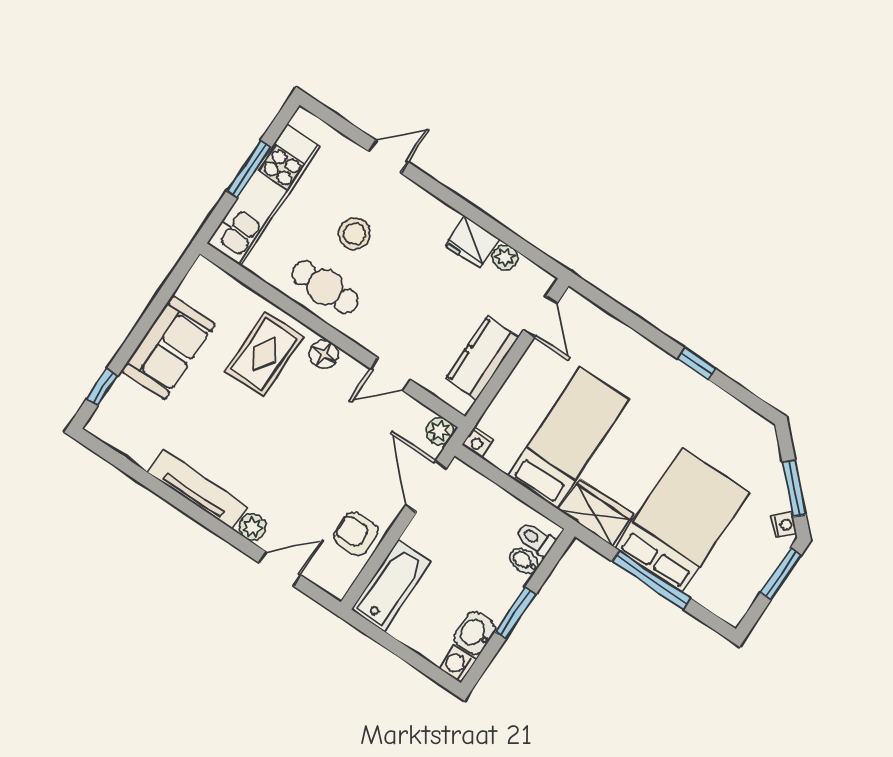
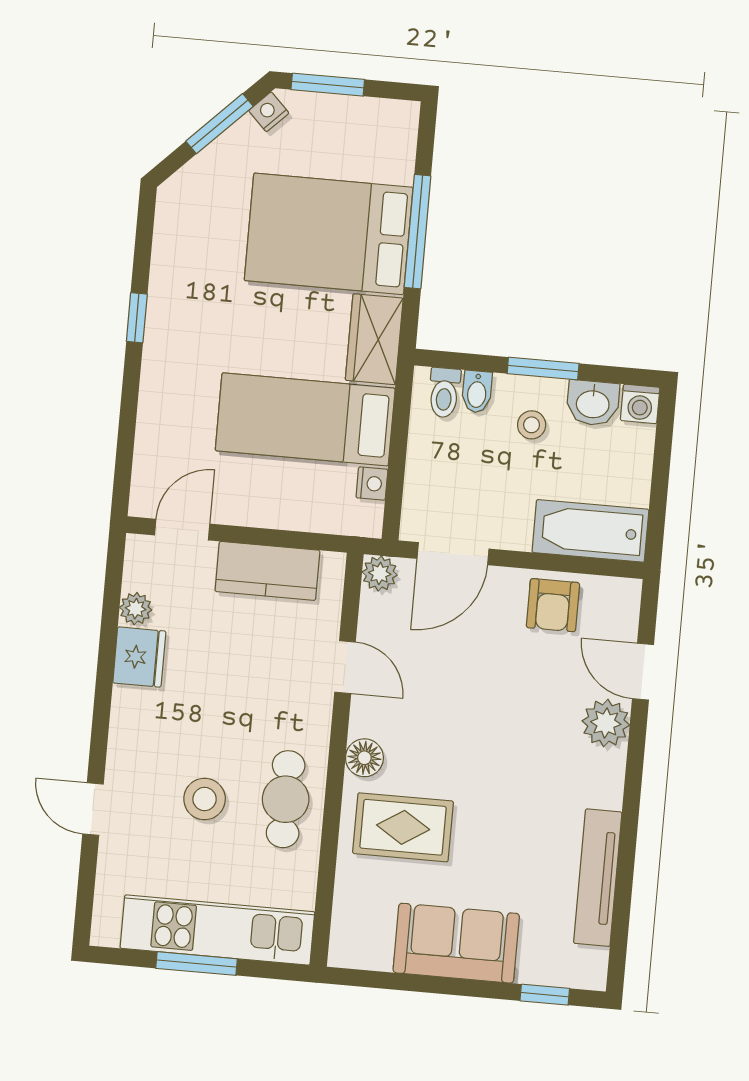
nightstand: (478, 442) -> (372, 484), moved
tv unit: (197, 490) -> (598, 878), moved
plant: (252, 527) -> (606, 723), width x1.38, depth x1.38
stool: (483, 585) -> (532, 425), added

